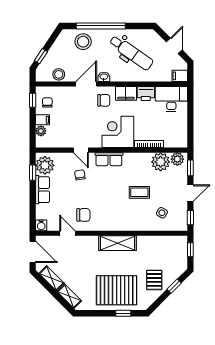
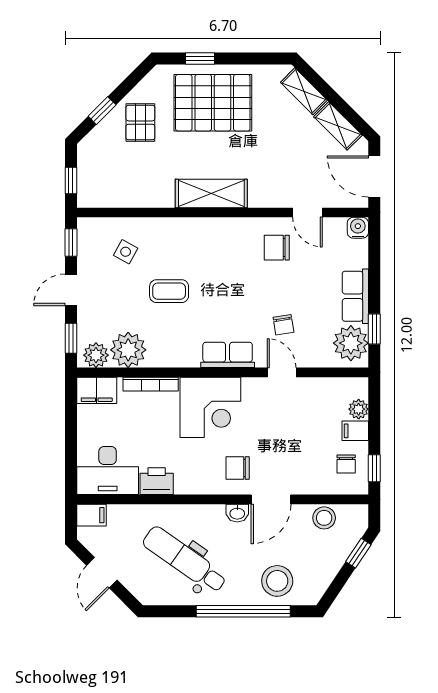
filing cabinet: (126, 93) -> (97, 390), moved, turned 180

